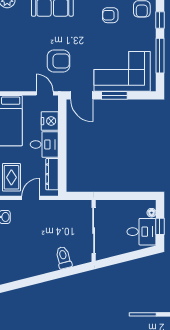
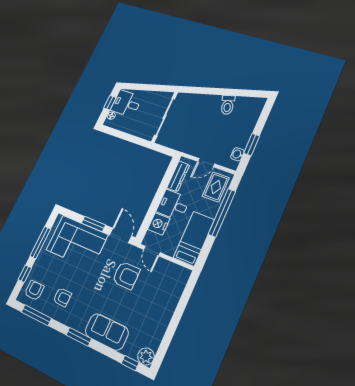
armchair: (58, 61) -> (126, 275), turned 180
toilet: (64, 258) -> (228, 105), moved

